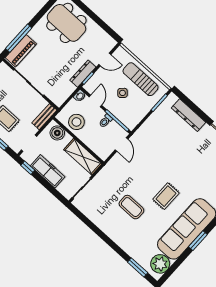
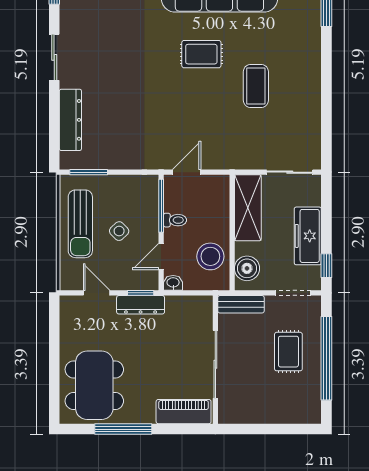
window: (19, 38) -> (123, 429), moved

